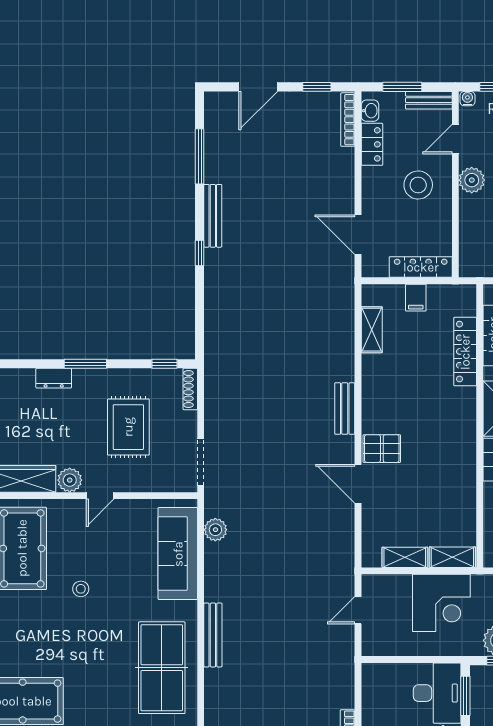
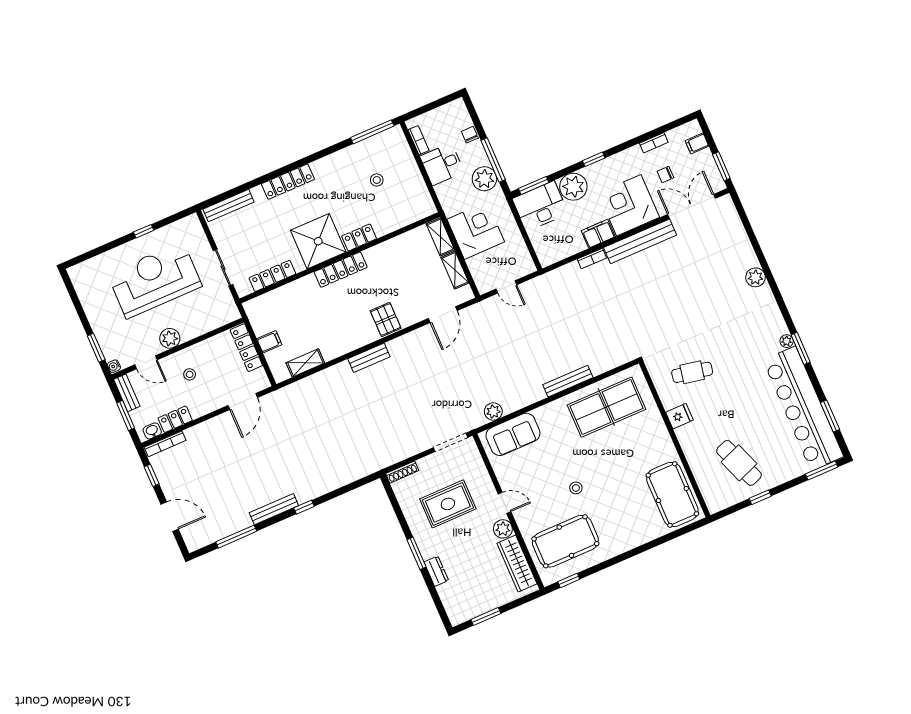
stool: (418, 185) -> (190, 374), width x0.53, depth x0.53
locker: (465, 352) -> (341, 270), moved
window: (164, 364) -> (392, 498), removed
door: (358, 484) -> (443, 315), moved
sofa: (178, 554) -> (513, 434), width x0.73

